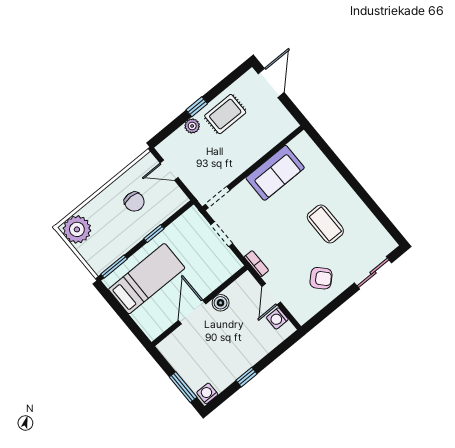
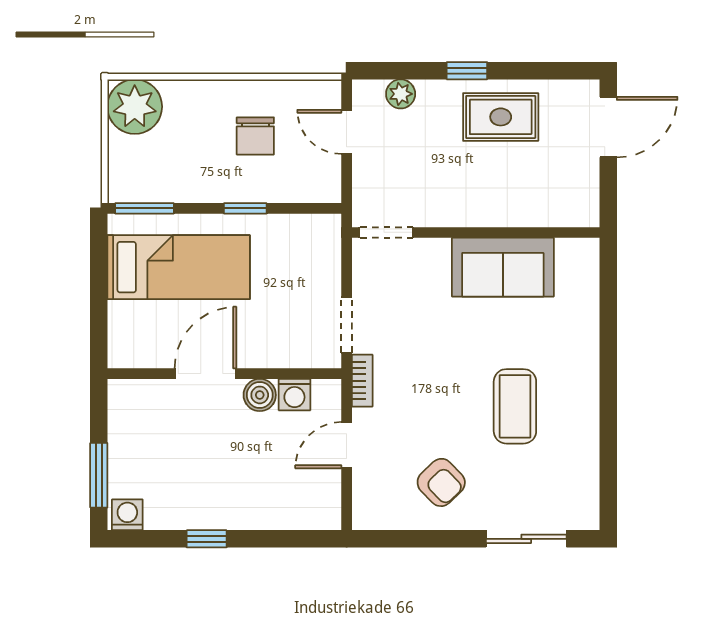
plant: (192, 126) -> (401, 94), moved
doorway: (222, 234) -> (347, 325), moved
washing machine: (277, 318) -> (294, 395), moved, turned -90

